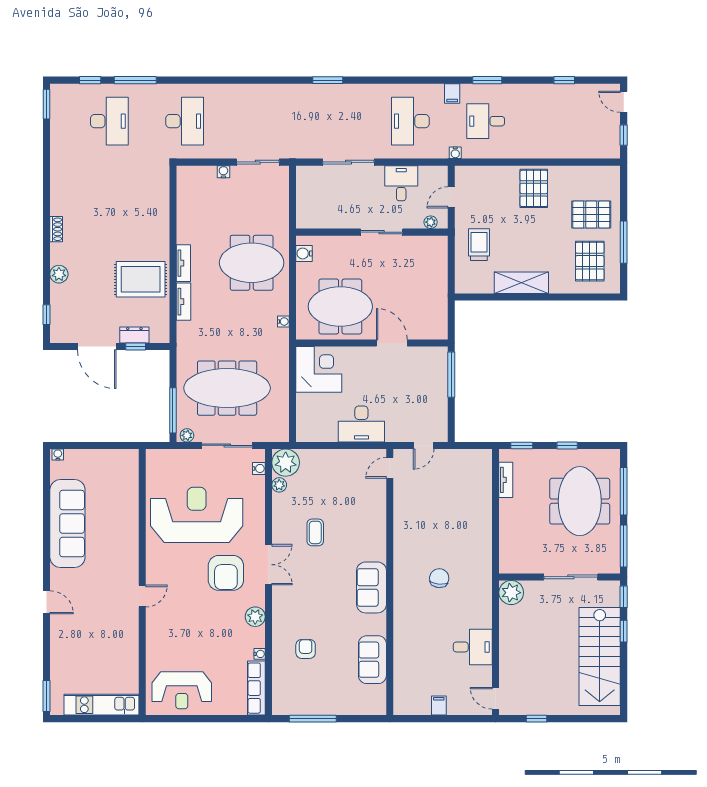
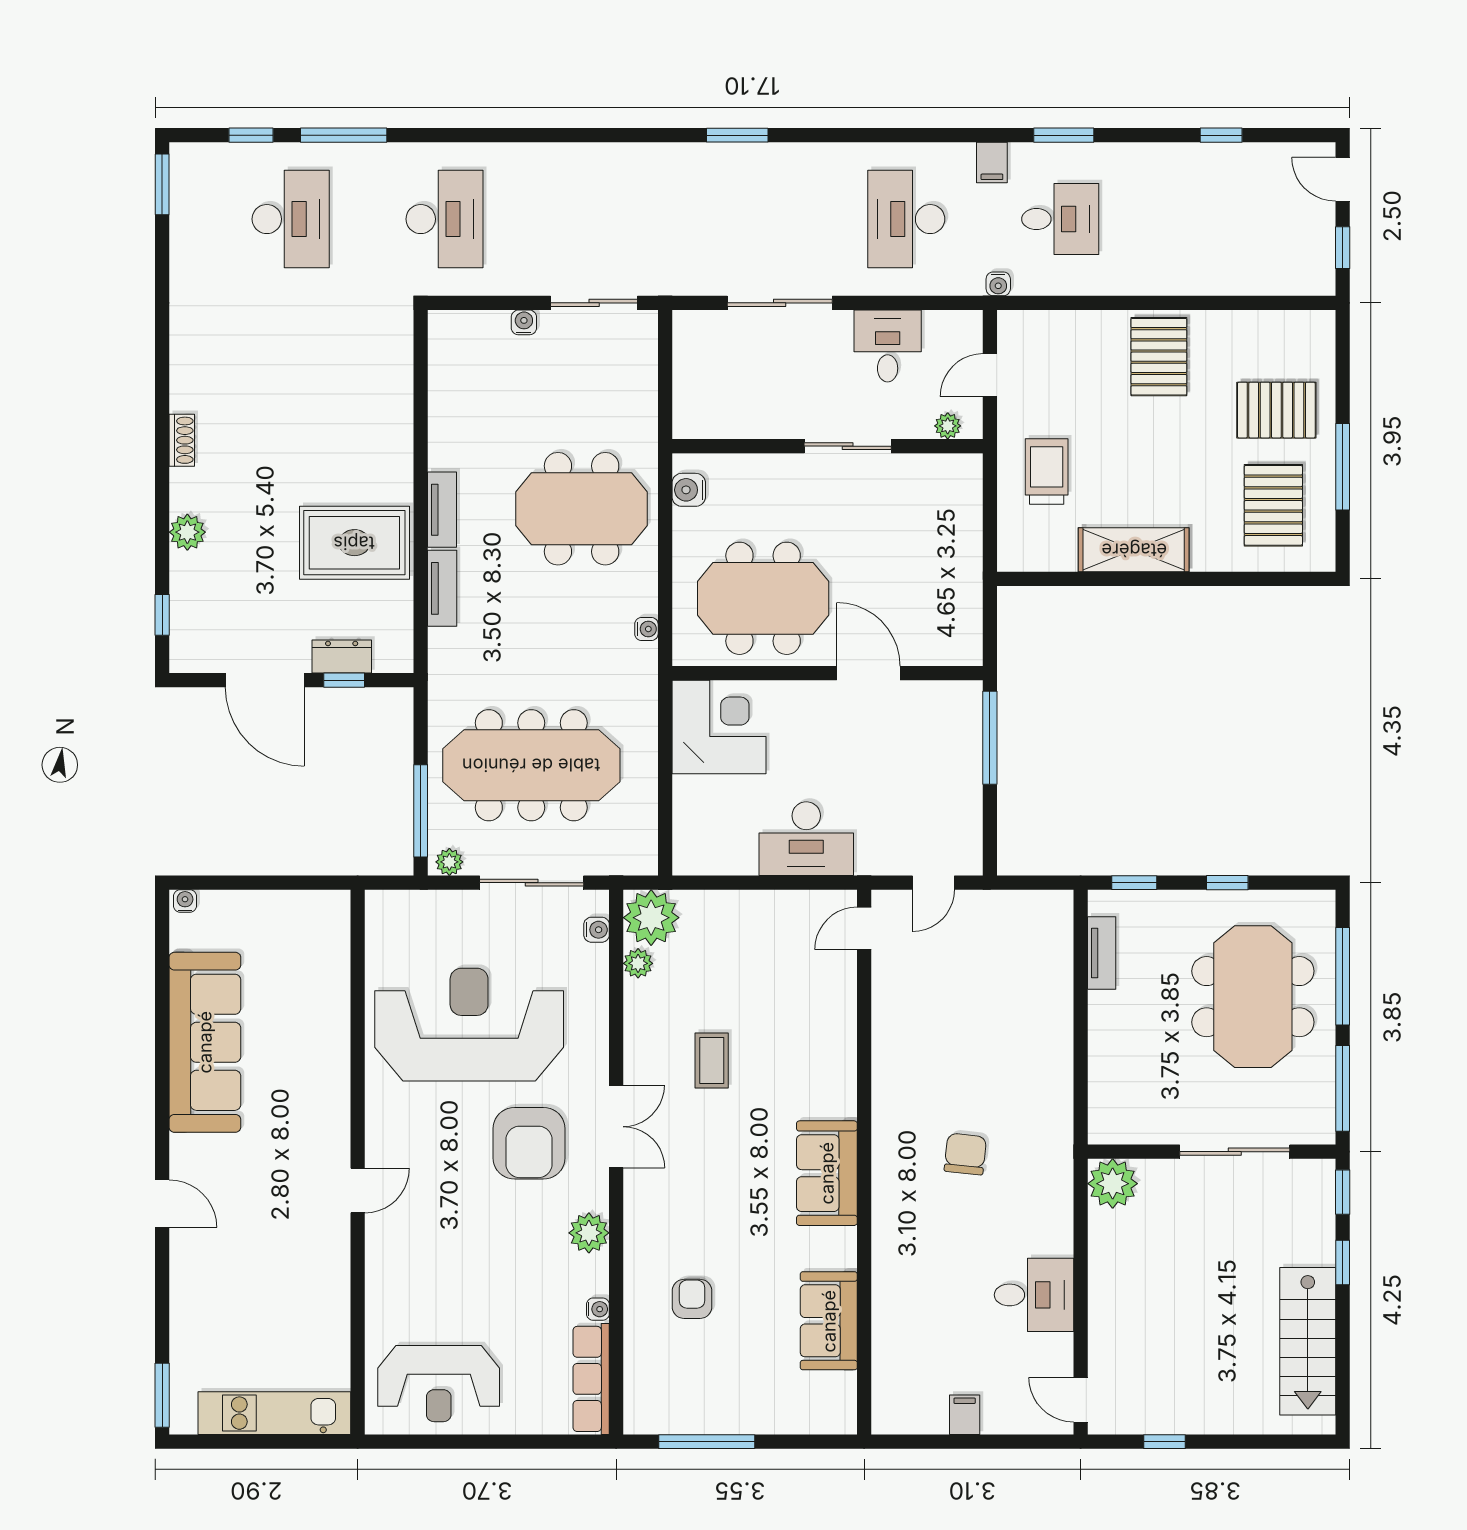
desk: (486, 121) -> (1060, 219), turned 180
stairs: (600, 657) -> (1308, 1341), width x0.73, depth x0.66

